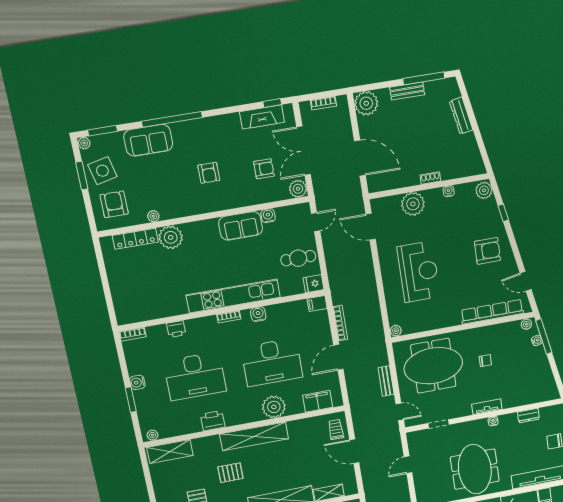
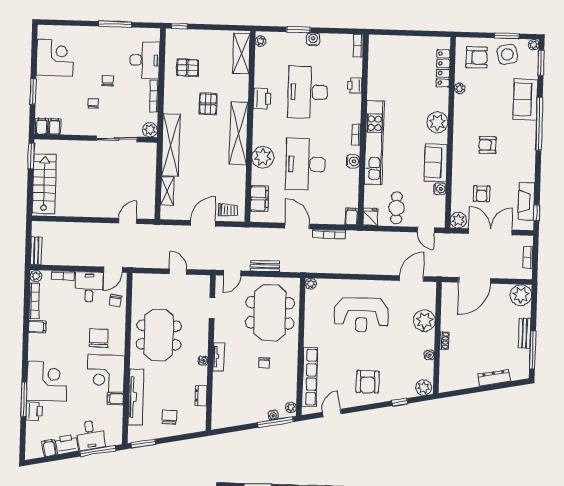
plant: (171, 237) -> (437, 122), moved
meeting table: (475, 469) -> (159, 335), turned 90

